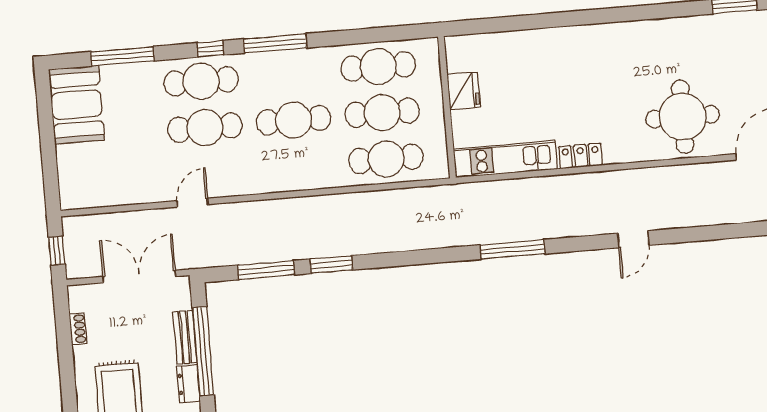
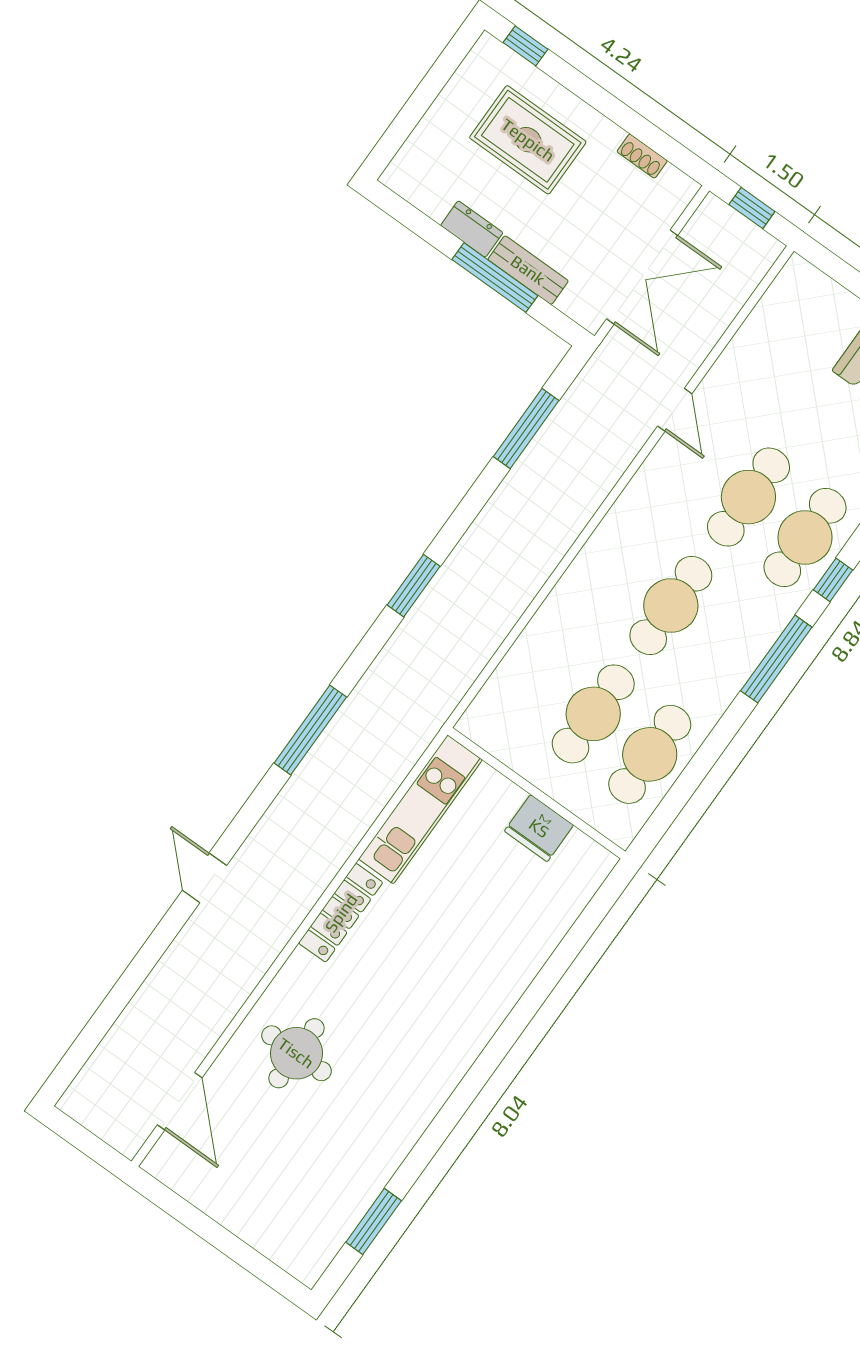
round table: (683, 117) -> (296, 1053), width x0.73, depth x0.73
locker: (580, 156) -> (341, 913), width x1.53
cafe table: (386, 159) -> (537, 673), removed
window: (331, 265) -> (414, 586), moved
window: (203, 351) -> (495, 278), width x0.68

